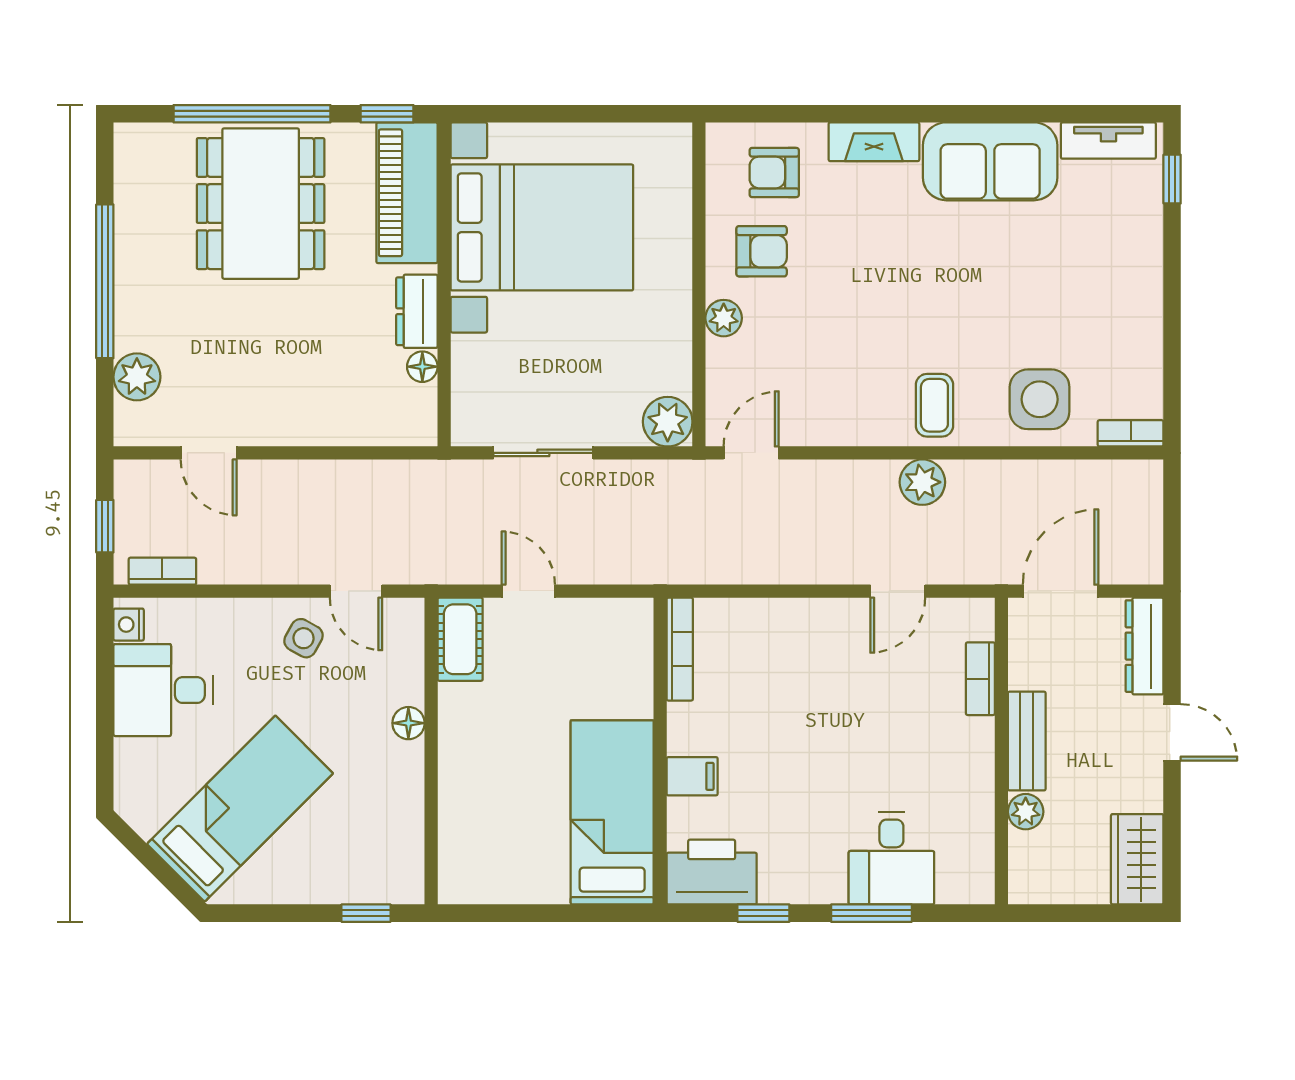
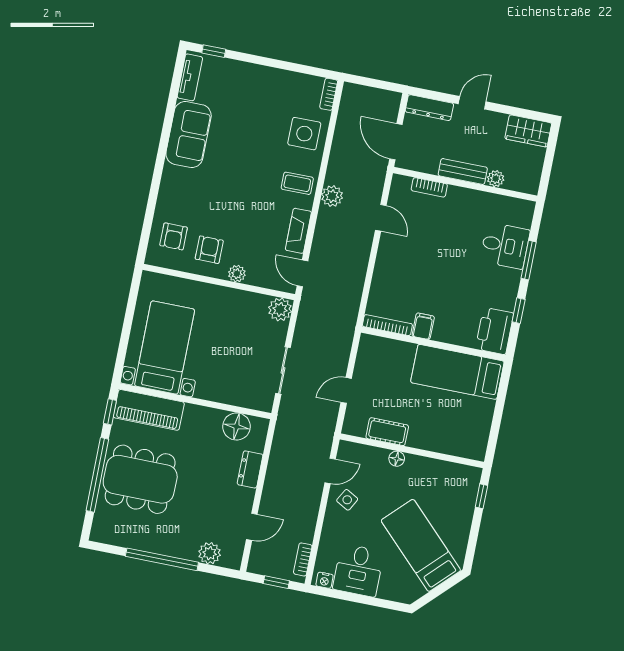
fireplace: (874, 142) -> (298, 231), moved, turned 180
bed with nightstands: (542, 227) -> (165, 347), width x0.73
dresser: (417, 311) -> (250, 469), moved, turned 90
floor lamp: (422, 367) -> (236, 427), width x1.89, depth x1.89
cot: (460, 639) -> (387, 432), moved
filing cabinet: (692, 776) -> (423, 326), moved

